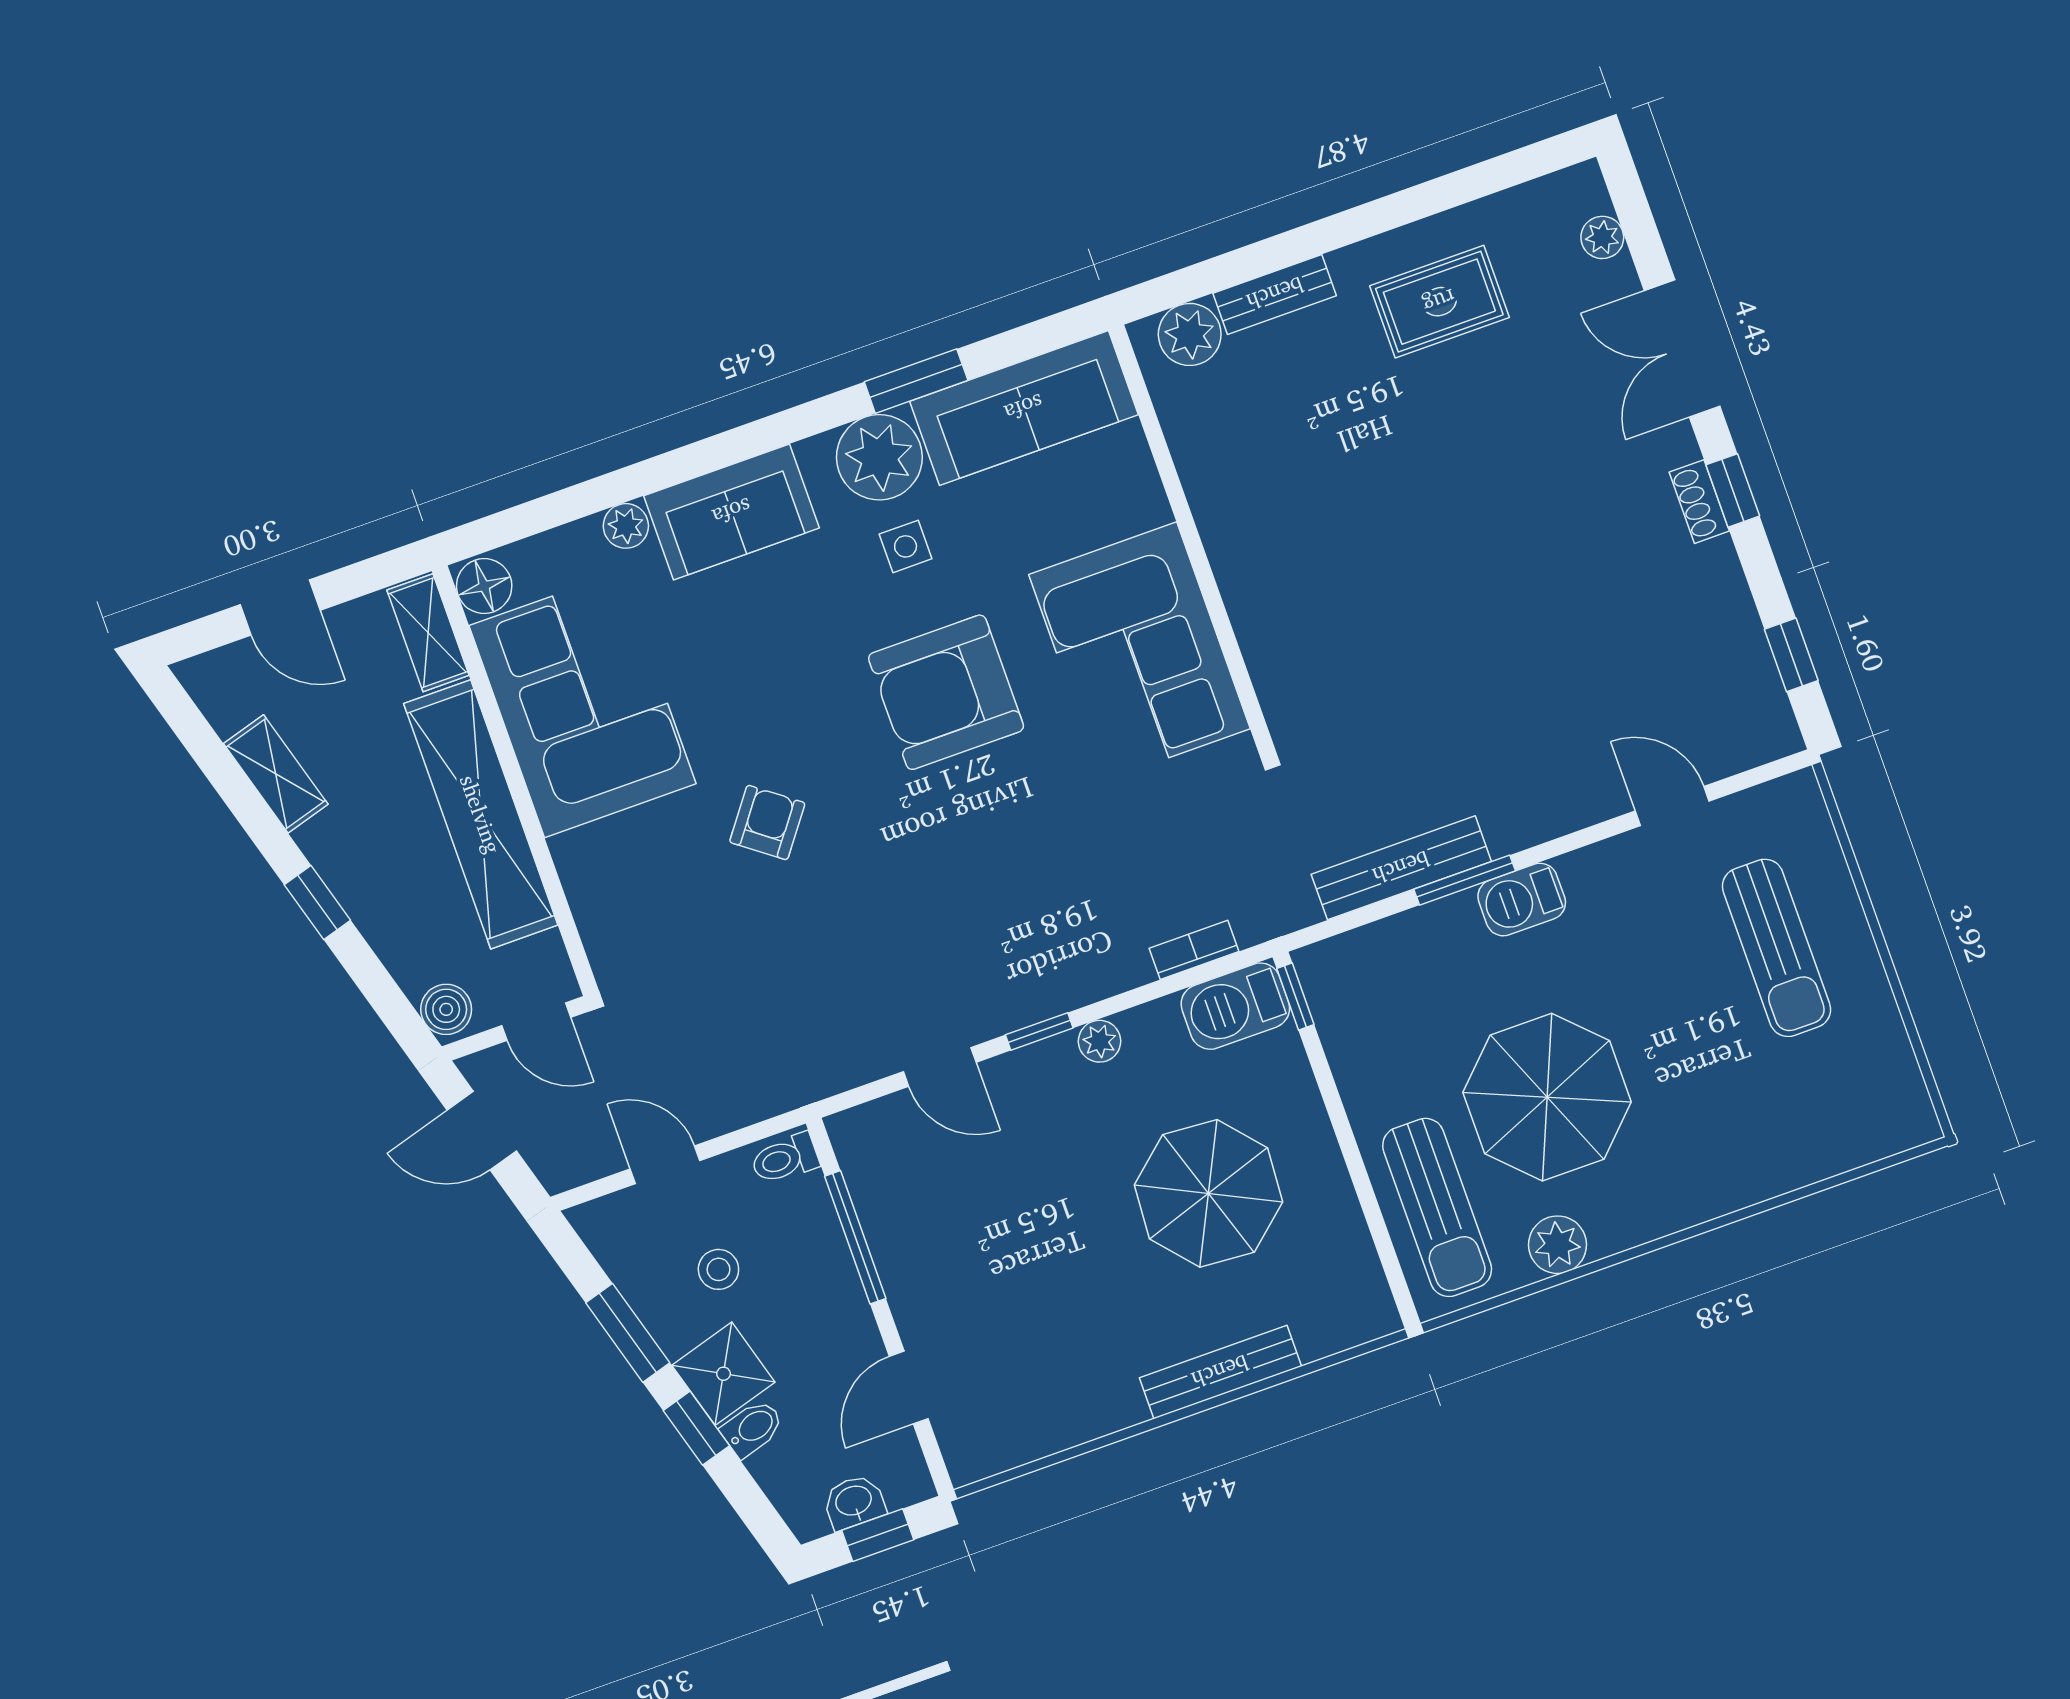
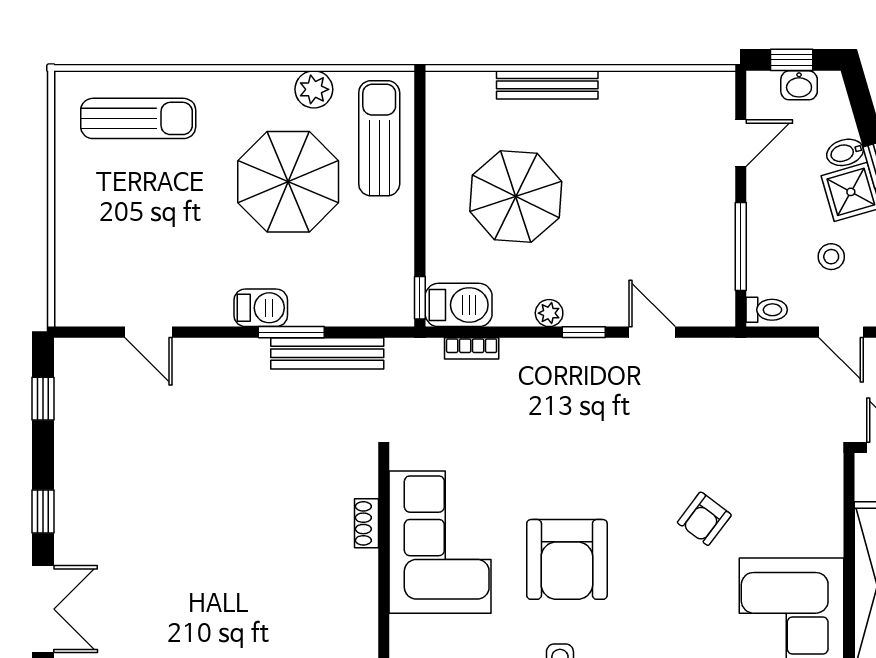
shoe rack: (1699, 502) -> (366, 523), moved, turned 180
armchair: (946, 692) -> (567, 559), turned 90
sun lounger: (1776, 948) -> (138, 118), moved, turned 90

